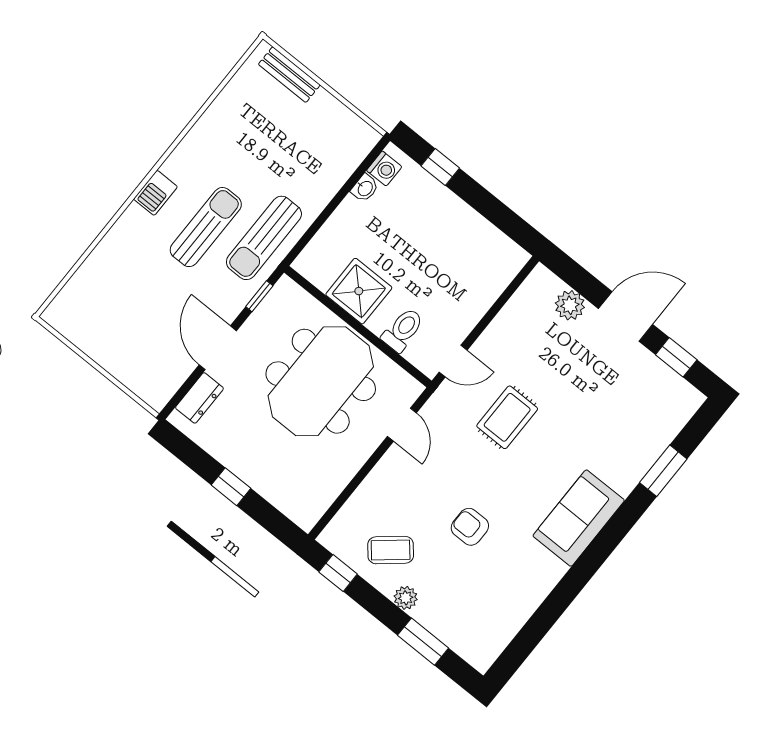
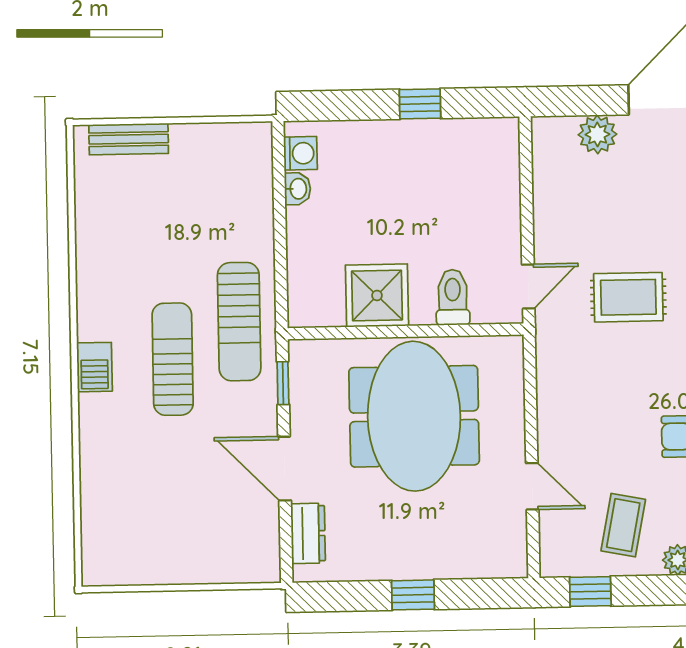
window: (440, 167) -> (420, 104), moved
rug: (507, 417) -> (628, 297), turned 90
door: (402, 425) -> (532, 486), moved
coffee table: (391, 550) -> (623, 525), turned -39

